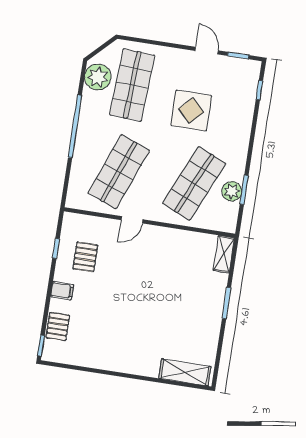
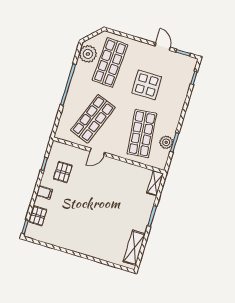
shop shelf: (194, 183) -> (142, 134), turned -30
shelving: (185, 372) -> (134, 248), moved, turned 90

